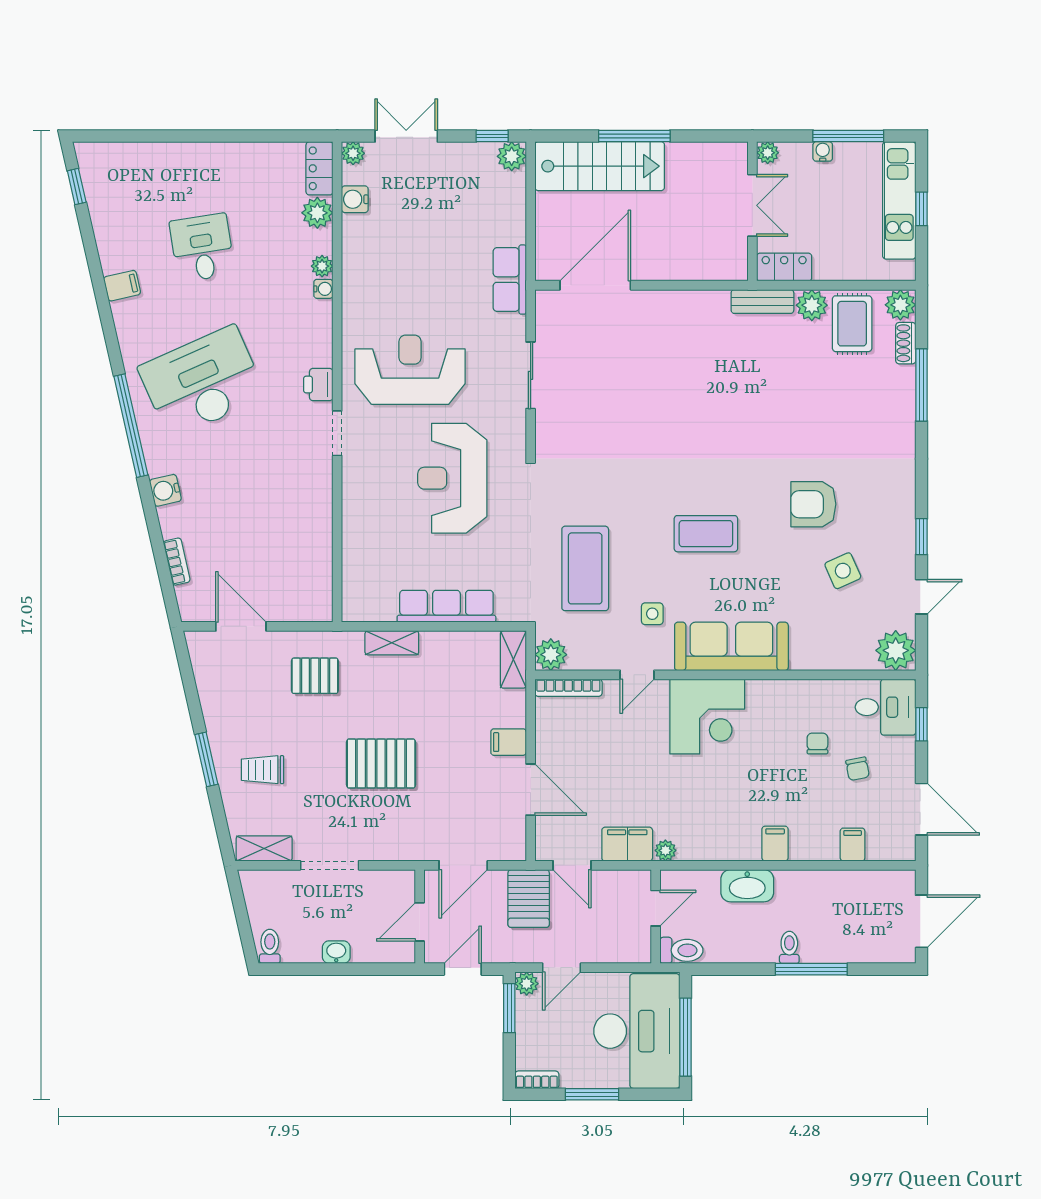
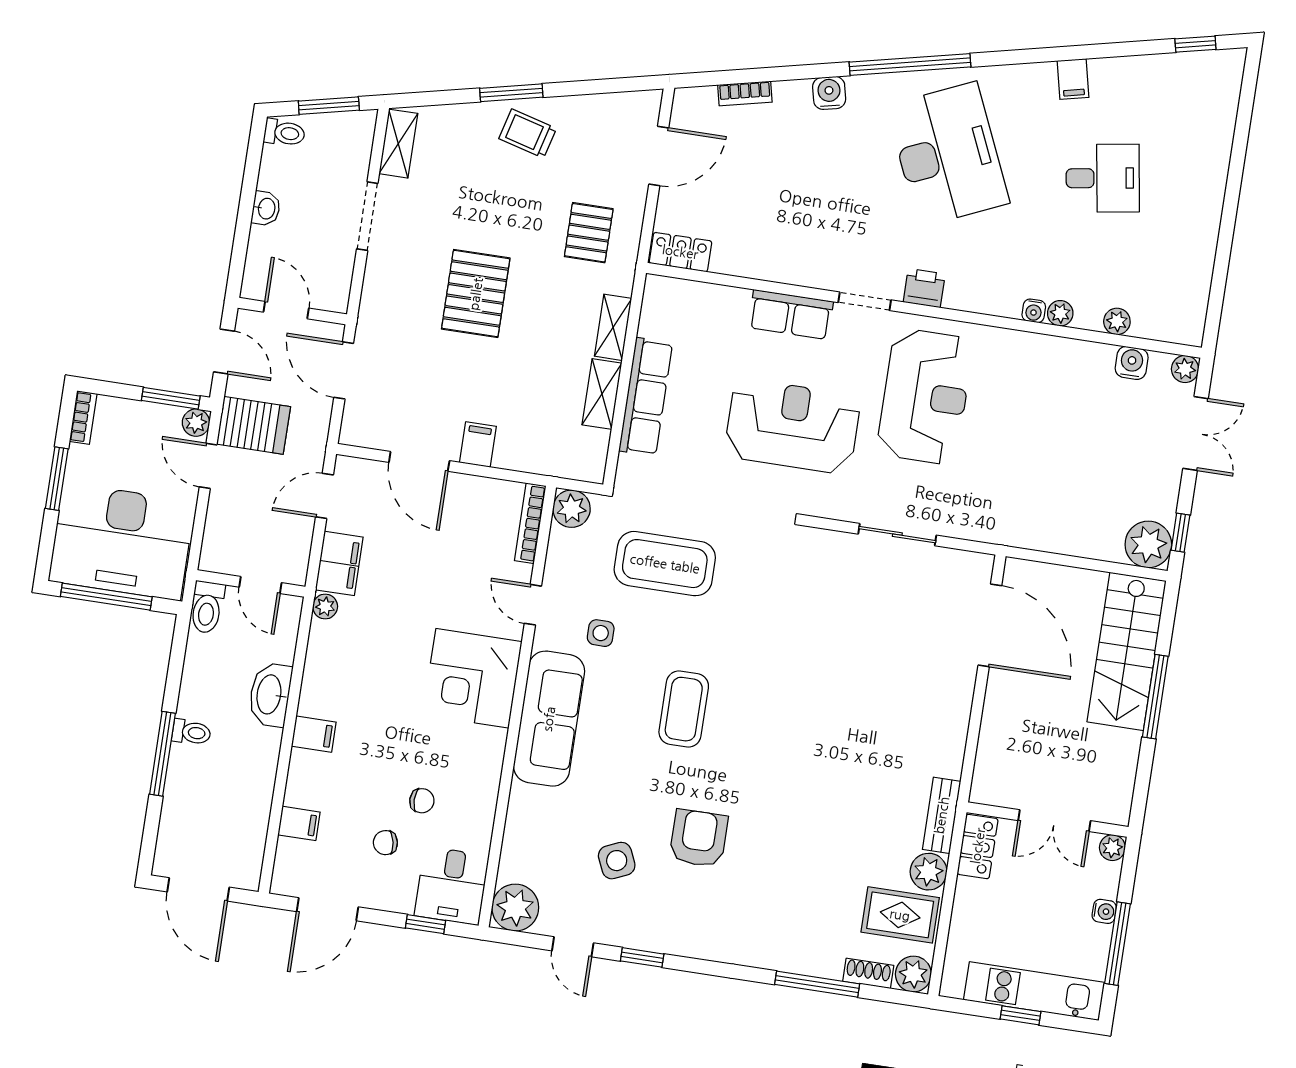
plant: (512, 156) -> (1148, 544), width x1.36, depth x1.36
locker: (319, 168) -> (680, 252), moved
plant: (317, 213) -> (1117, 321), width x0.73, depth x0.73
row of seats: (510, 280) -> (791, 315), moved, turned 180
shelving: (513, 659) -> (602, 394), moved, turned 90
trolley: (263, 770) -> (528, 133), moved, turned -75
door: (531, 790) -> (419, 461), hinge flipped
server rack: (529, 898) -> (254, 425), moved, turned 180
window: (241, 912) -> (329, 106), added

